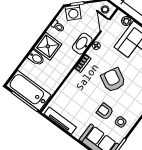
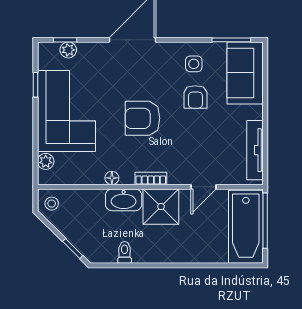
washing machine: (73, 13) -> (89, 245), removed
door: (105, 25) -> (204, 187), moved
shower: (48, 46) -> (161, 207), moved
bidet: (36, 58) -> (192, 250), removed
armchair: (113, 80) -> (142, 118), turned 62

